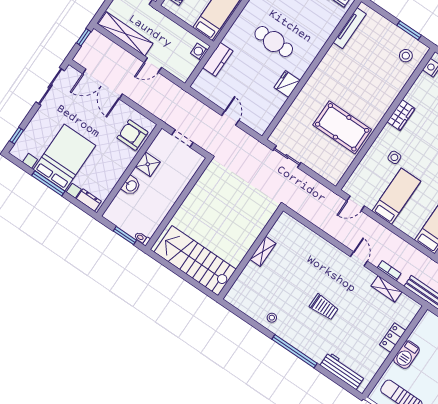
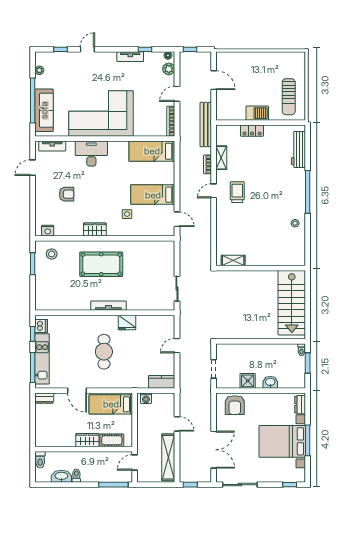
tv unit: (350, 28) -> (108, 306), moved
kitchen counter: (218, 59) -> (162, 382), moved
pool table: (342, 127) -> (101, 264), moved, turned 90
shelving: (263, 251) -> (233, 261), moved
trolley: (324, 307) -> (237, 192), moved

